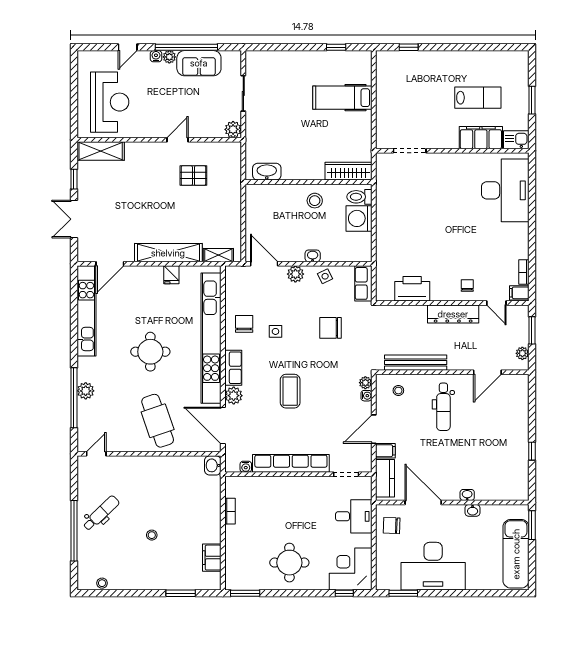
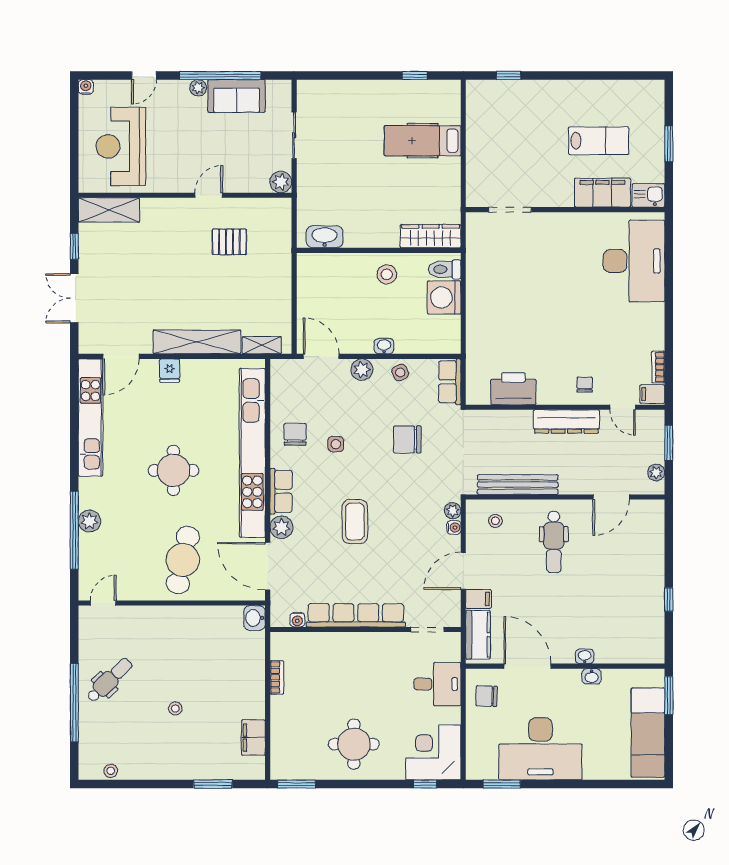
water cooler: (156, 56) -> (86, 87), moved
reception desk: (110, 102) -> (121, 146), turned 180
fridge: (171, 275) -> (170, 371), moved
cafe table: (158, 421) -> (183, 560), turned 31

